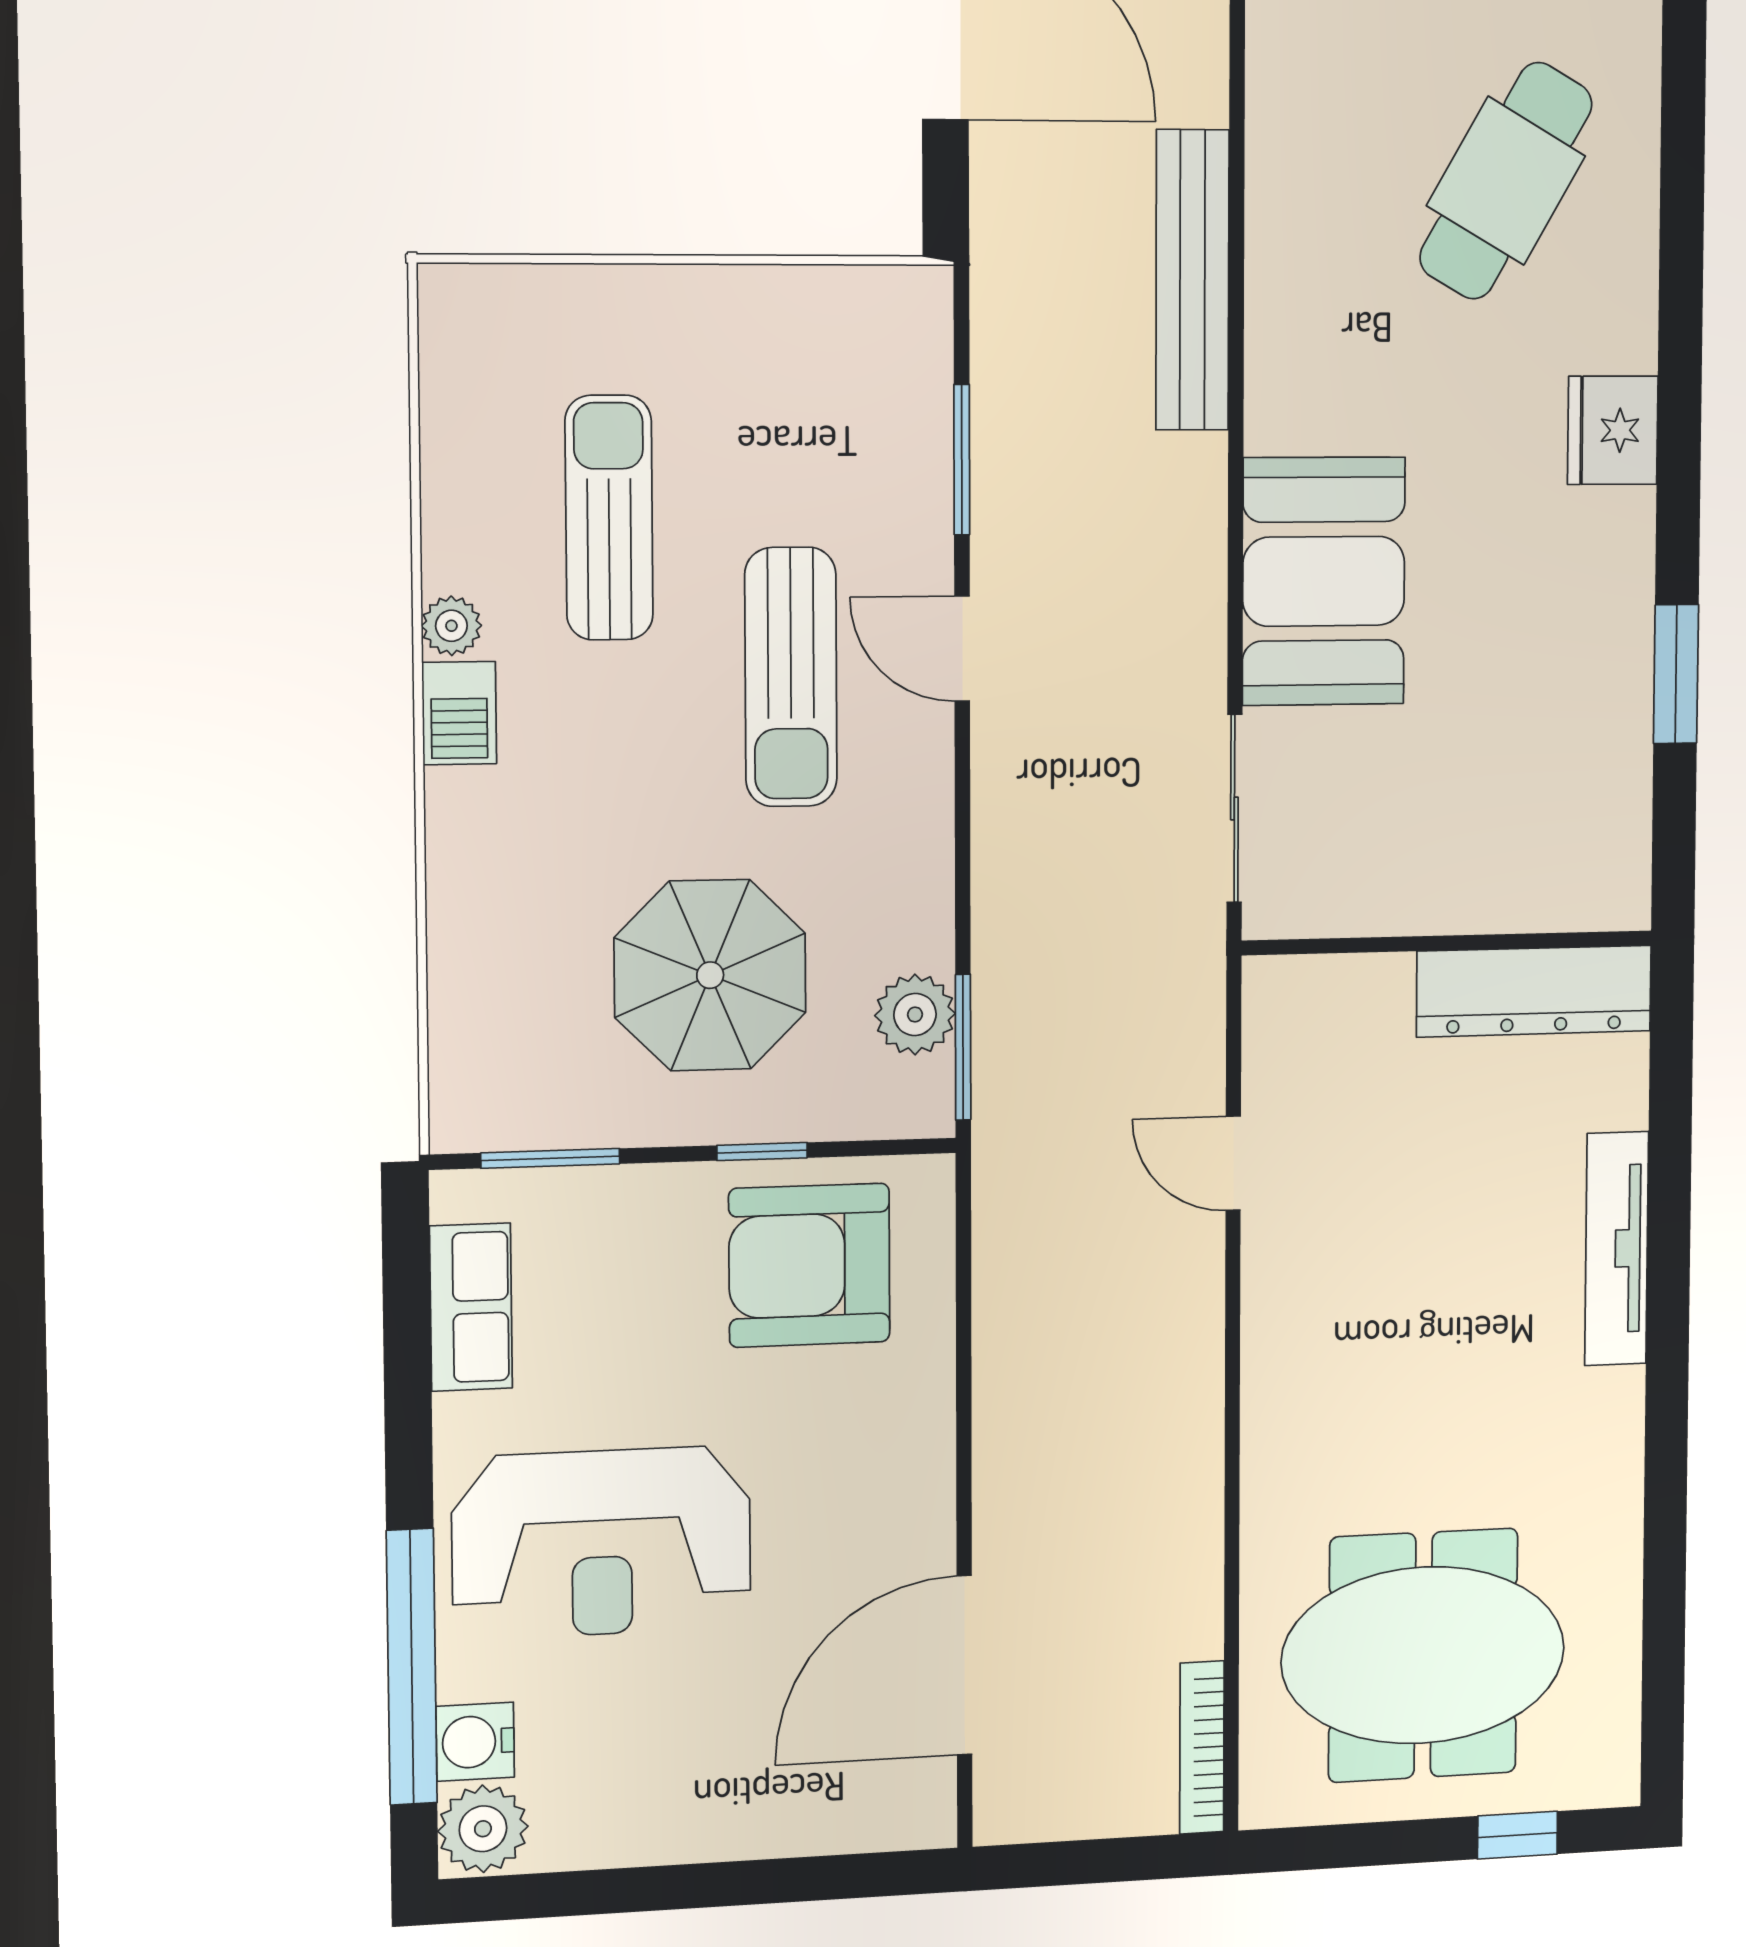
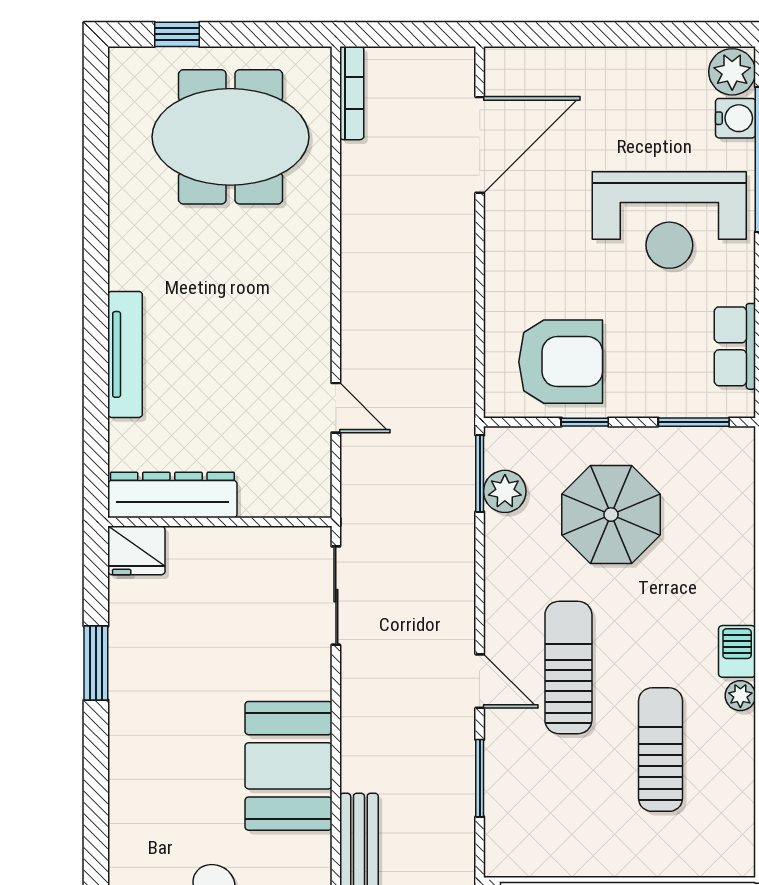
fridge: (1613, 430) -> (136, 550), moved, turned 90
sun lounger: (609, 518) -> (661, 750), turned 180
booth: (1324, 581) -> (288, 766), moved
reception desk: (602, 1543) -> (669, 220), turned 180

